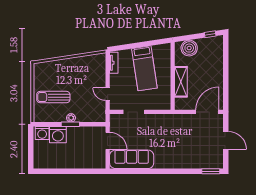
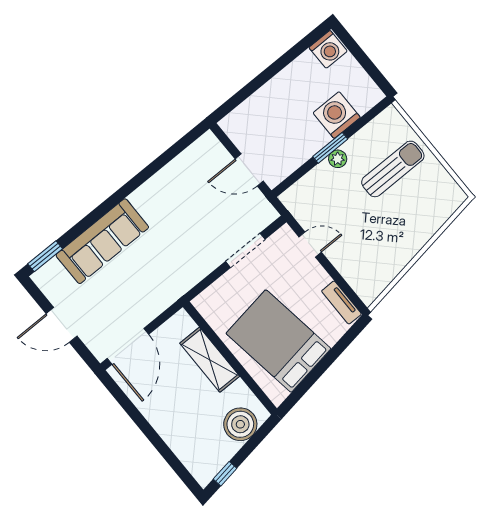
bed: (144, 68) -> (278, 341), width x1.50
washing machine: (42, 133) -> (328, 49), moved, turned 180
sofa: (132, 159) -> (102, 241), moved

